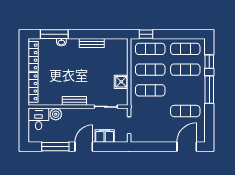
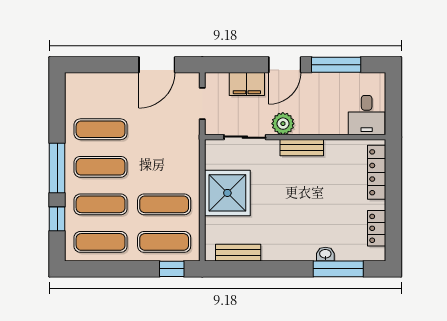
bench: (92, 43) -> (238, 253), moved
locker: (33, 56) -> (377, 228), width x0.66
shower: (121, 82) -> (227, 193), width x1.86, depth x1.86
exercise mat: (150, 90) -> (101, 167), moved
plant: (56, 114) -> (283, 124), moved
door: (187, 147) -> (157, 65), moved

